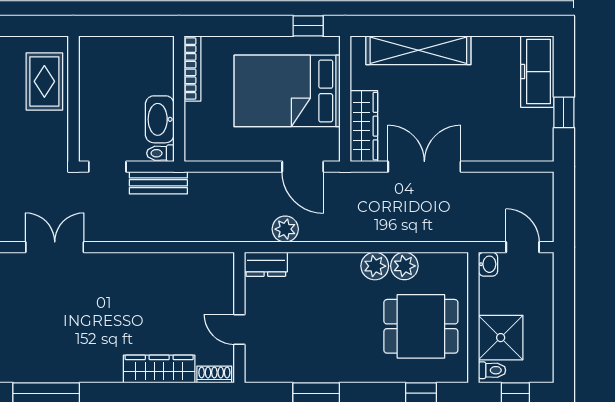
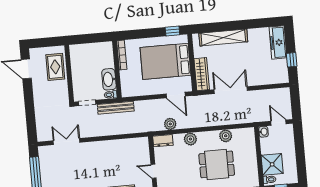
bench: (158, 183) -> (116, 108), width x1.36
plant: (375, 266) -> (190, 139), moved
dining table: (421, 326) -> (217, 164), moved

